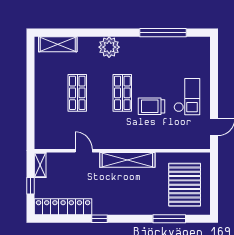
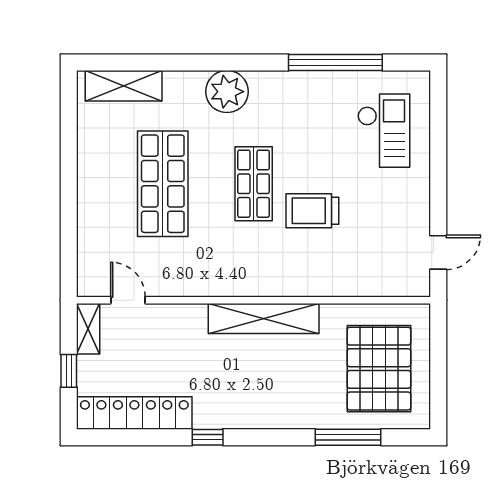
shop shelf: (77, 93) -> (163, 184), width x1.43, depth x1.36
checkout: (187, 97) -> (384, 131), moved
door: (84, 151) -> (128, 300), moved

